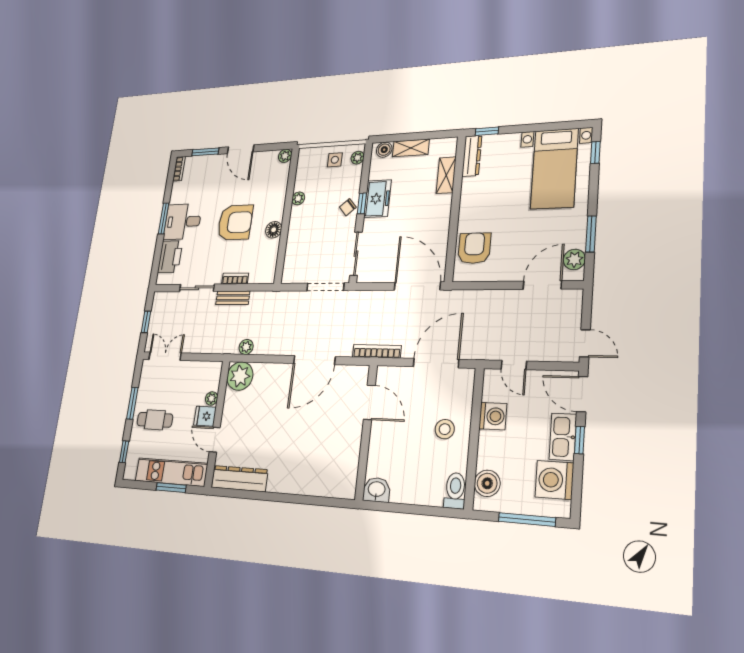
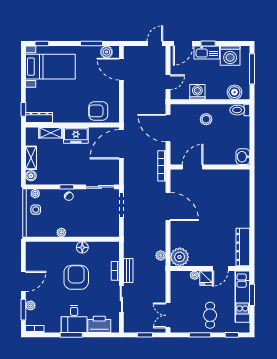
plant: (285, 156) -> (31, 305), moved
freezer: (378, 199) -> (76, 135), moved, turned 180

